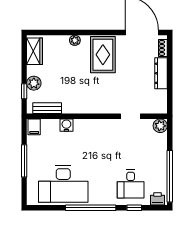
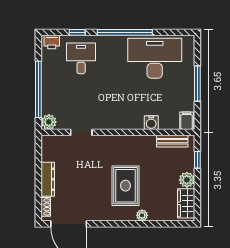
rug: (103, 55) -> (125, 186), moved
plant: (34, 83) -> (187, 180), moved
window: (170, 176) -> (38, 89), moved

